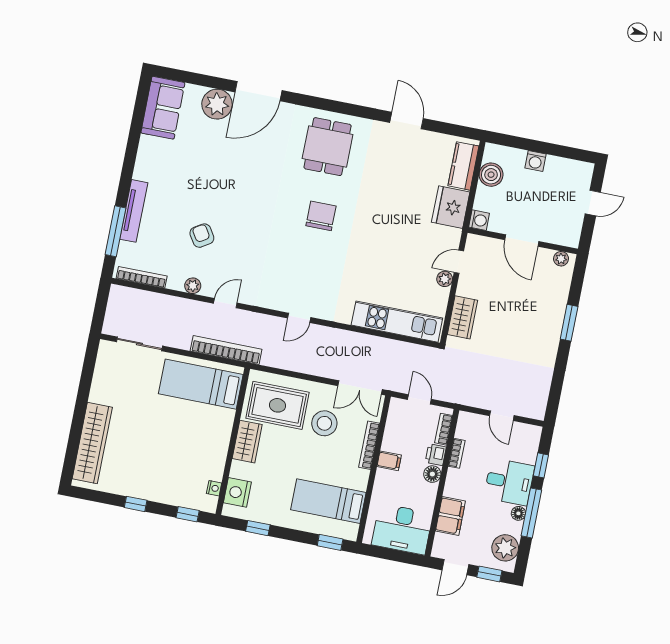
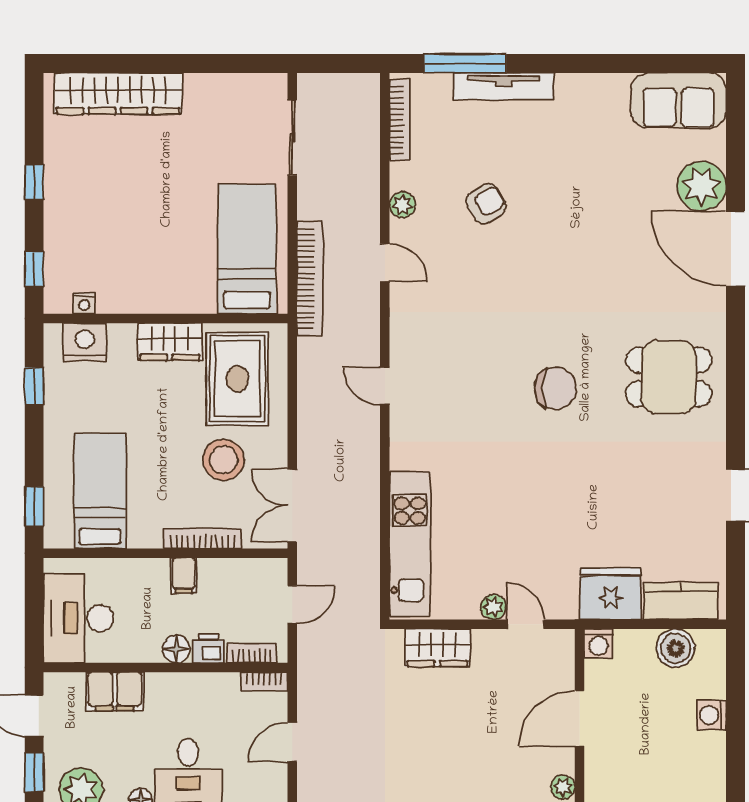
bookcase: (457, 453) -> (264, 682), moved

